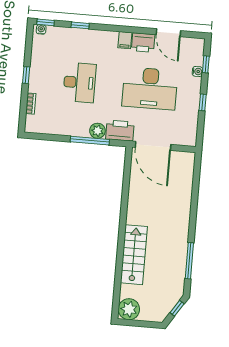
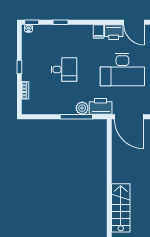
desk: (79, 82) -> (64, 70), width x0.73

